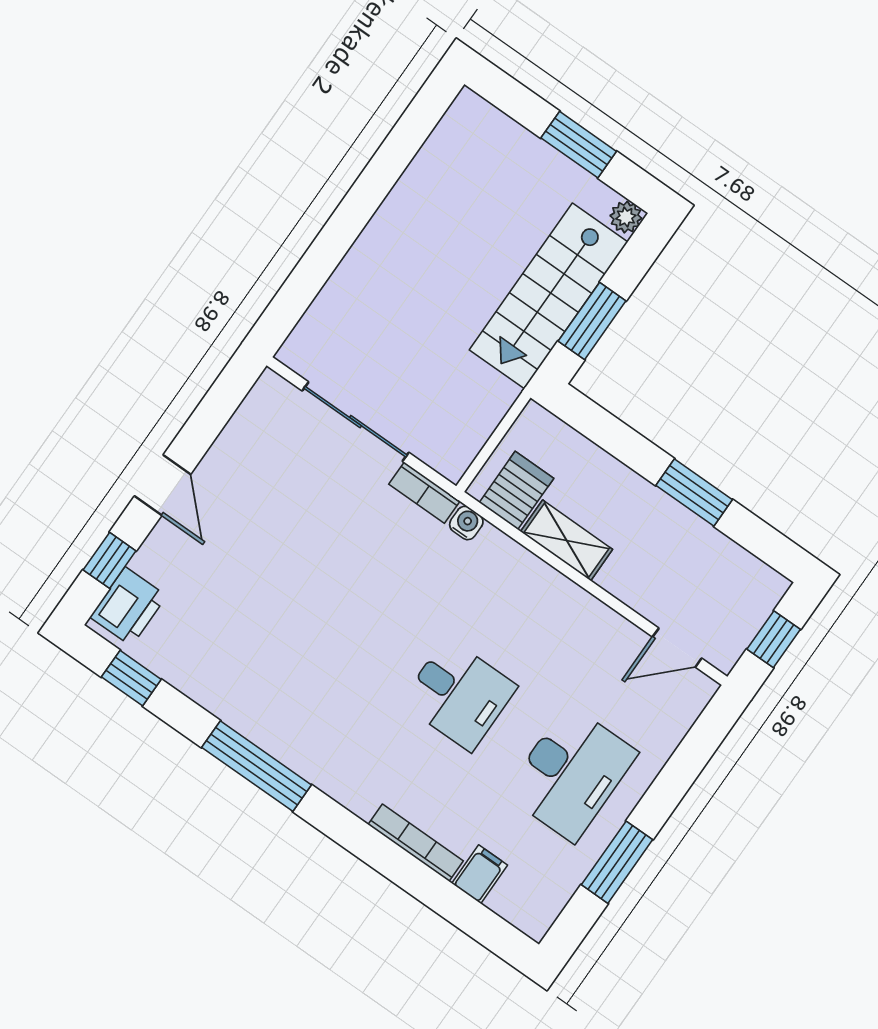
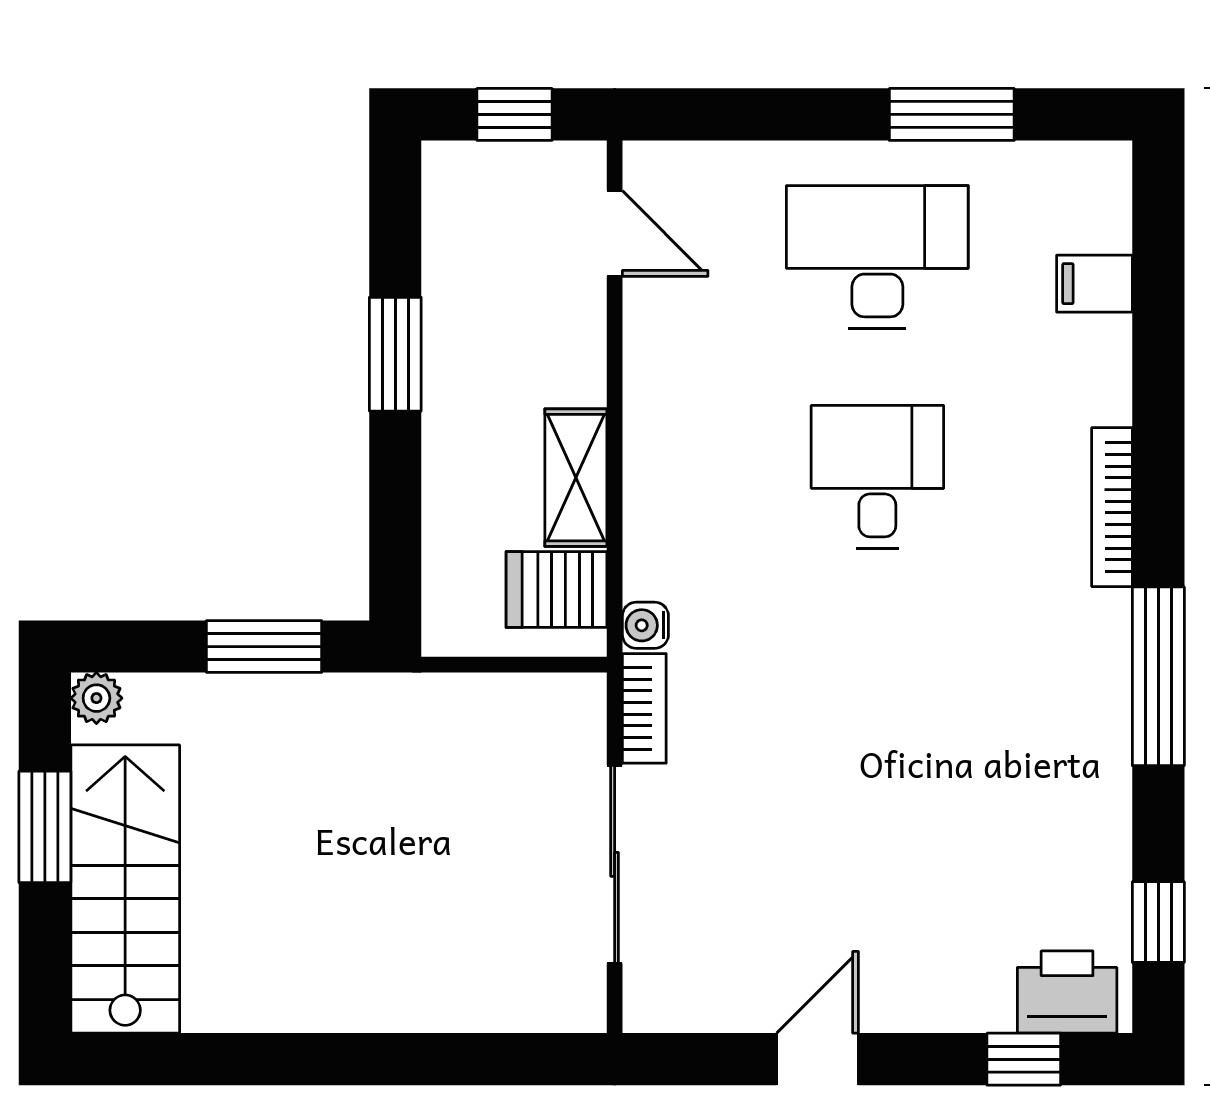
stairs: (549, 296) -> (125, 889), moved, turned -90
door: (162, 485) -> (818, 1059), moved
bookcase: (416, 843) -> (1112, 507), moved

